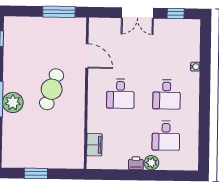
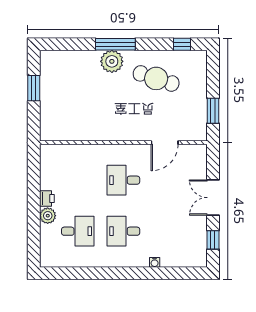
window: (59, 12) -> (213, 111), width x0.69
cafe table: (52, 89) -> (156, 78), moved
desk: (166, 136) -> (78, 231), turned 180
filing cabinet: (94, 145) -> (67, 152), removed

